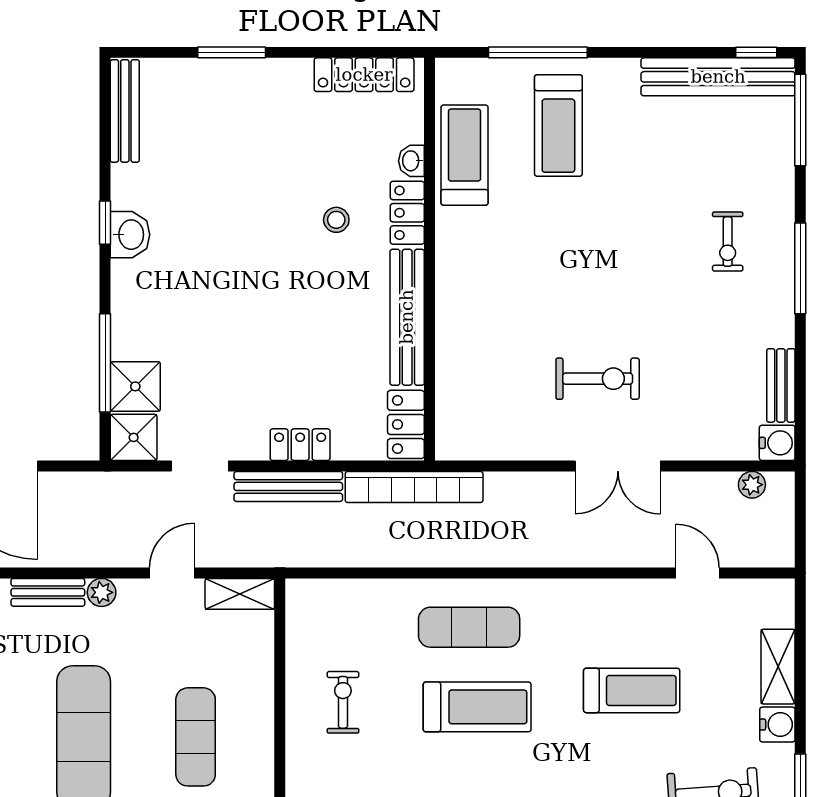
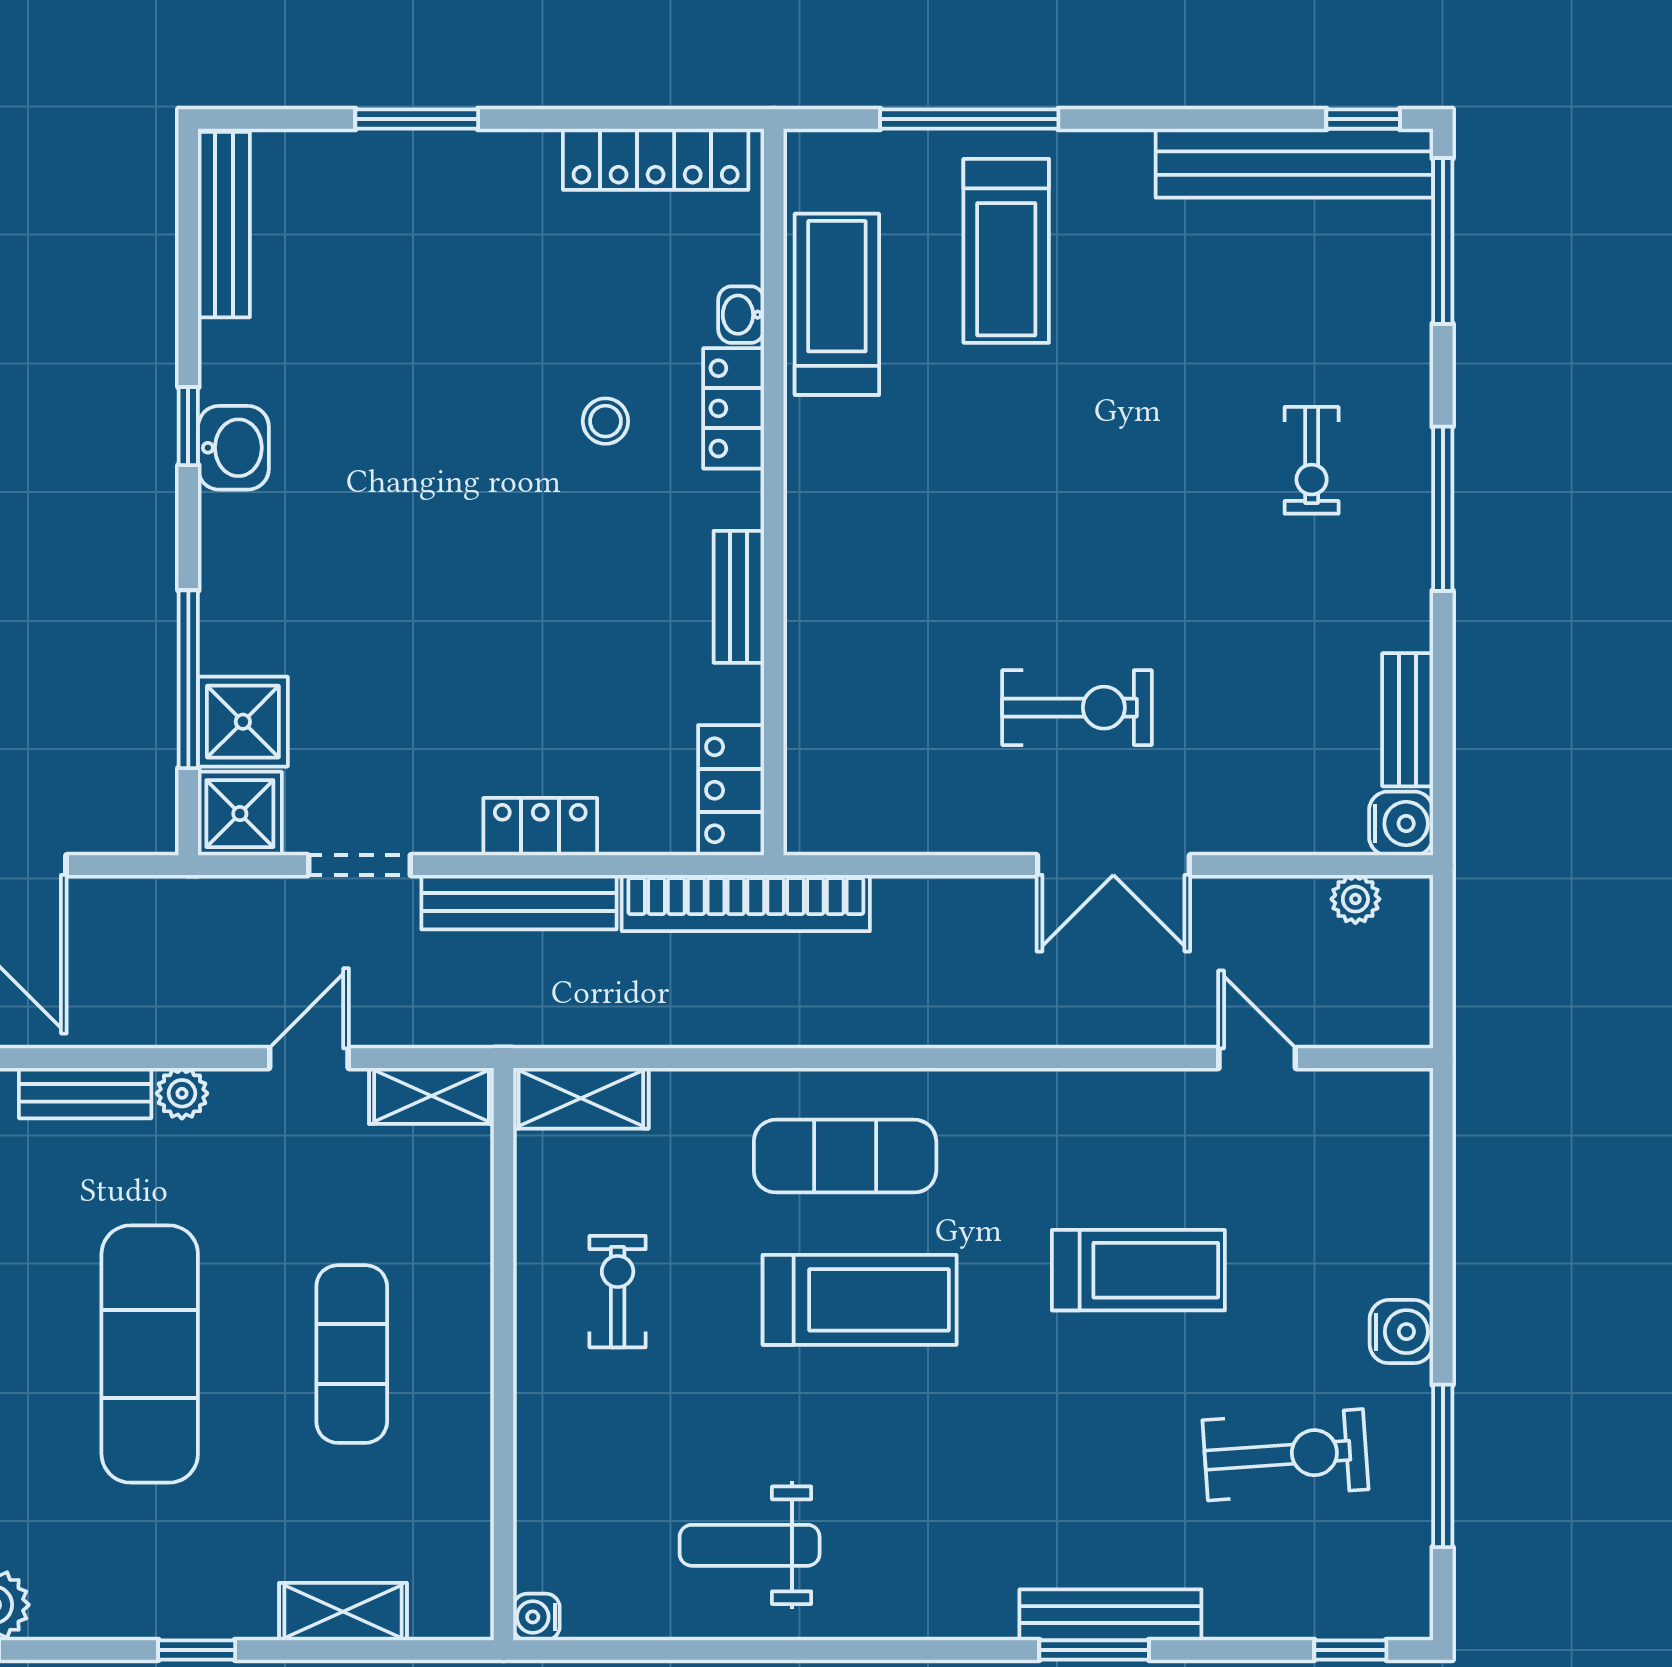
bench: (407, 317) -> (739, 597), width x0.54, depth x0.82
shelving: (778, 667) -> (581, 1098), moved, turned 90

